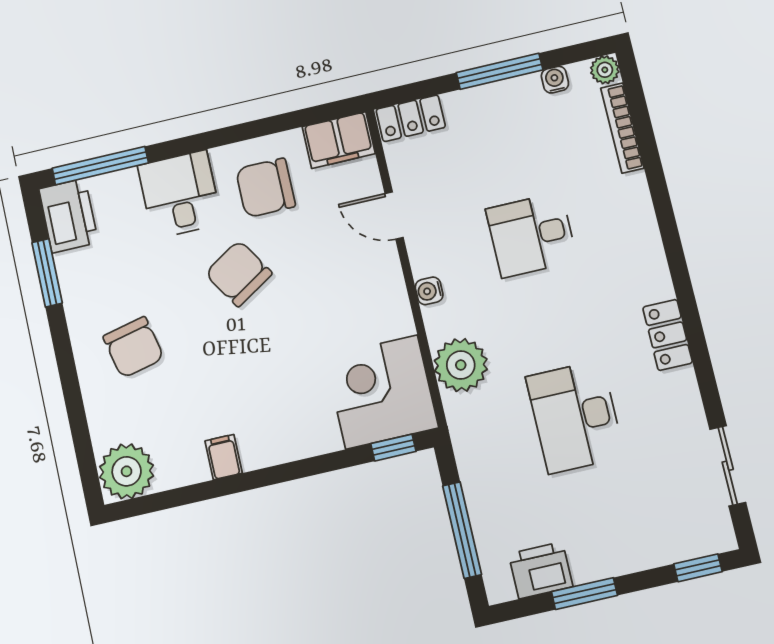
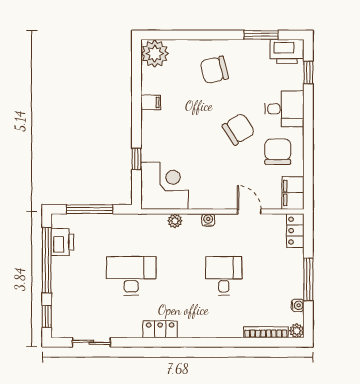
window: (100, 166) -> (308, 72), width x0.46
door: (394, 215) -> (249, 212), hinge flipped
plant: (461, 365) -> (175, 221), width x0.53, depth x0.53
window: (393, 448) -> (136, 159), moved
window: (584, 594) -> (47, 260), width x2.11

